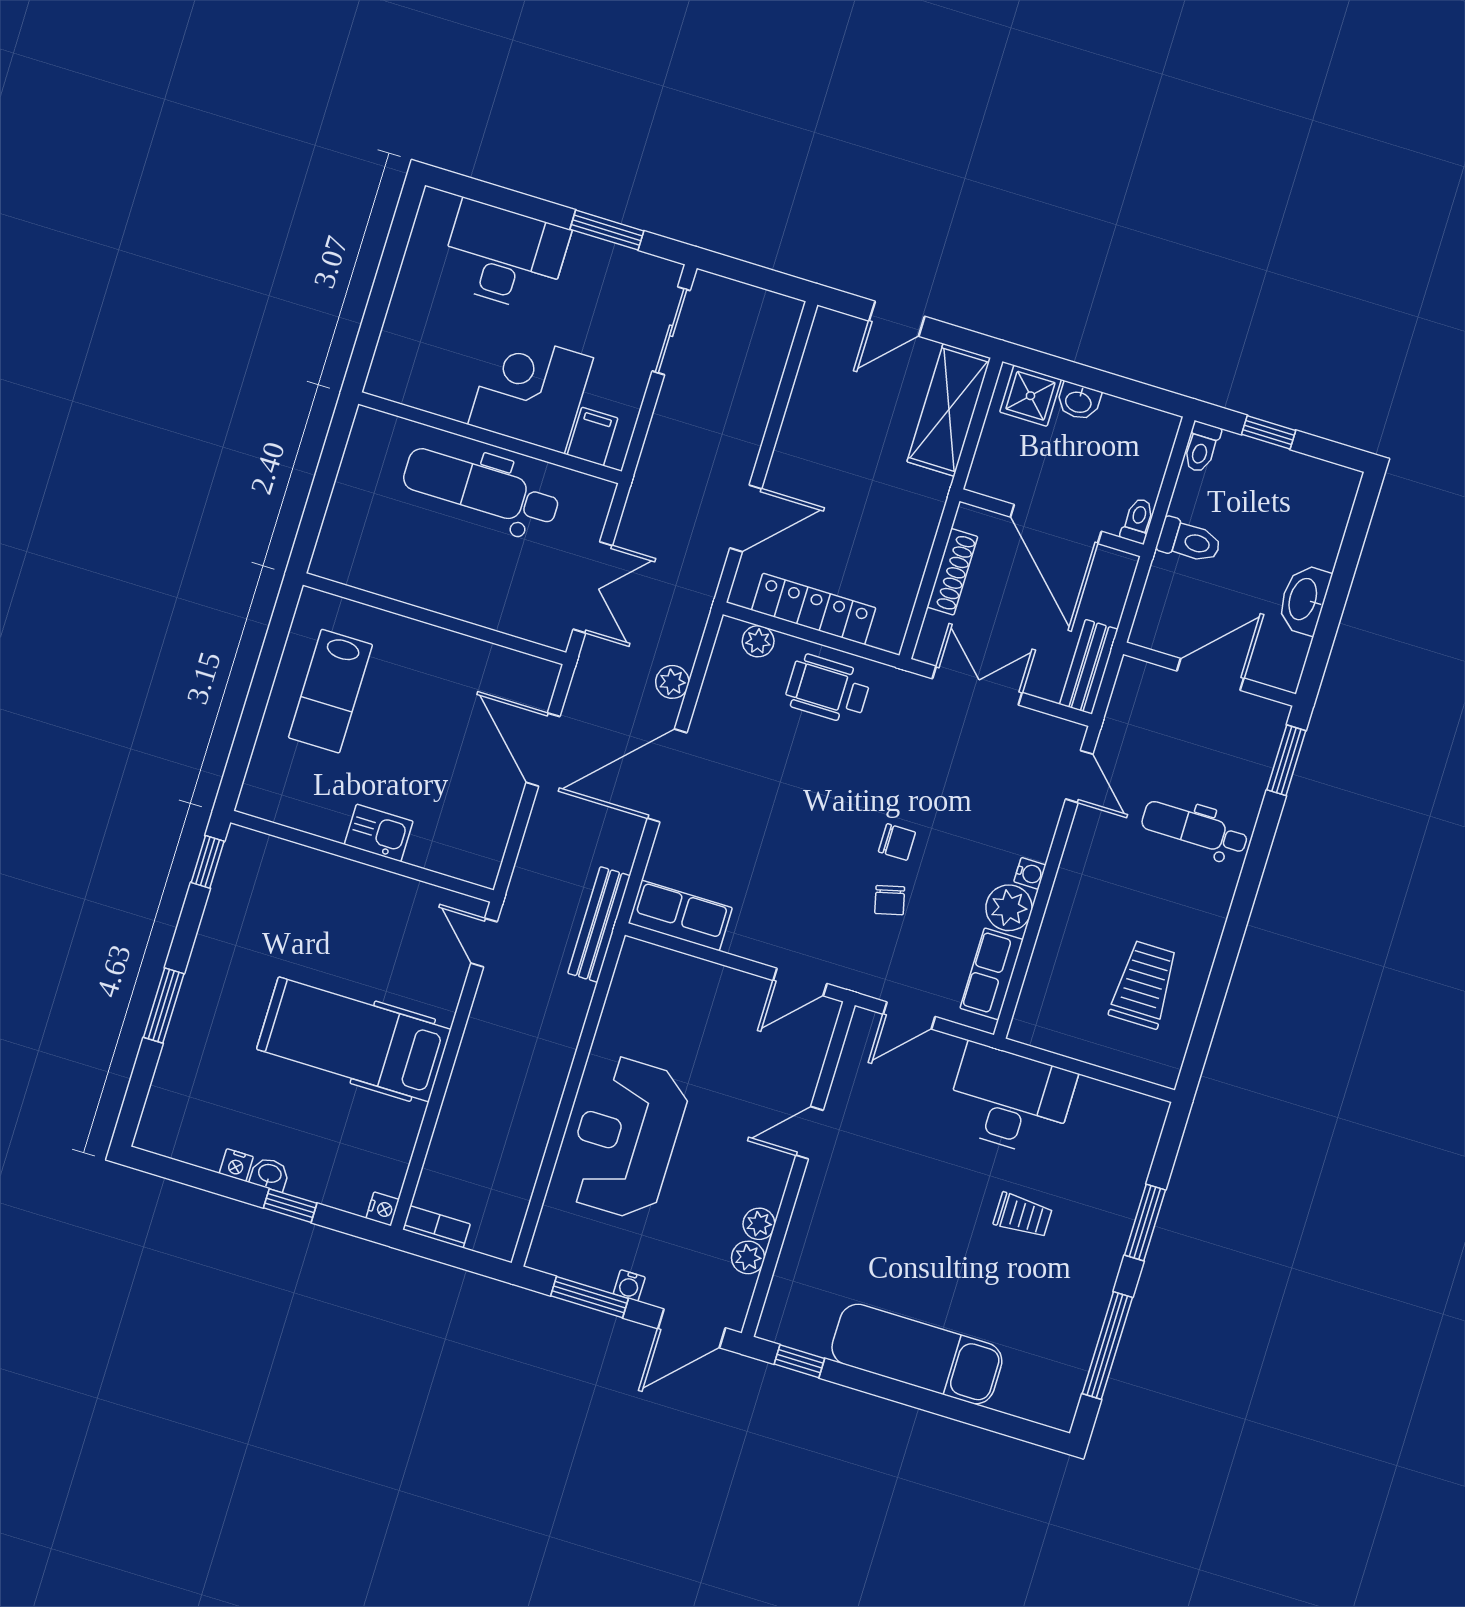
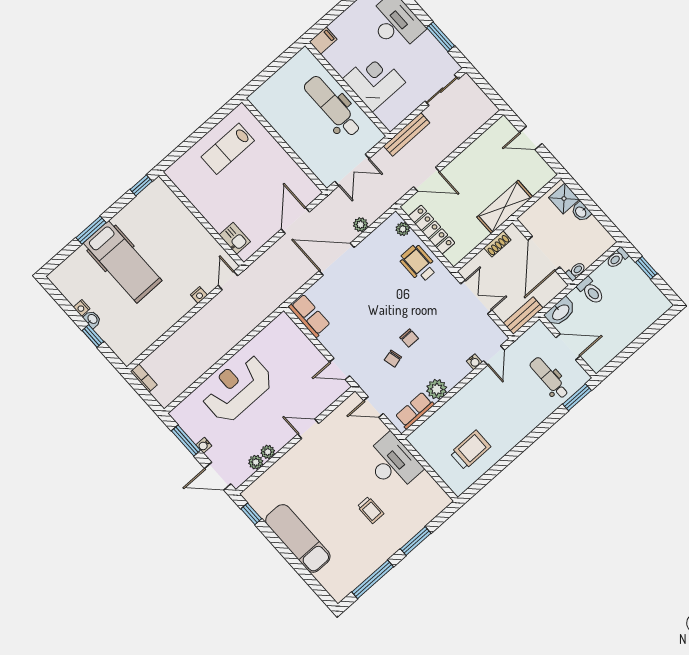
shelving: (949, 410) -> (505, 207), moved
filing cabinet: (593, 437) -> (323, 41), moved
shoe rack: (952, 572) -> (497, 244), width x0.70
washbasin: (1304, 599) -> (560, 312), moved, turned 180
dental chair: (1195, 829) -> (549, 378), moved
kitchen sink: (379, 833) -> (235, 238), moved
water cooler: (1030, 873) -> (474, 362), moved
bench: (599, 924) -> (407, 134), moved
hospital bed: (354, 1039) -> (123, 262), moved, turned 180
nightstand: (383, 1209) -> (199, 295), moved

